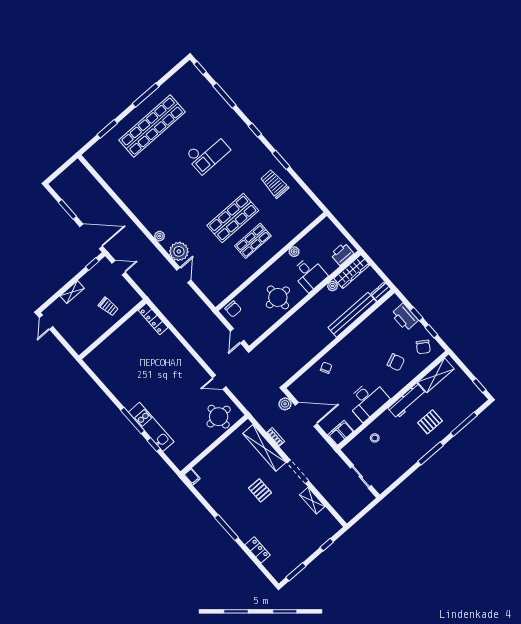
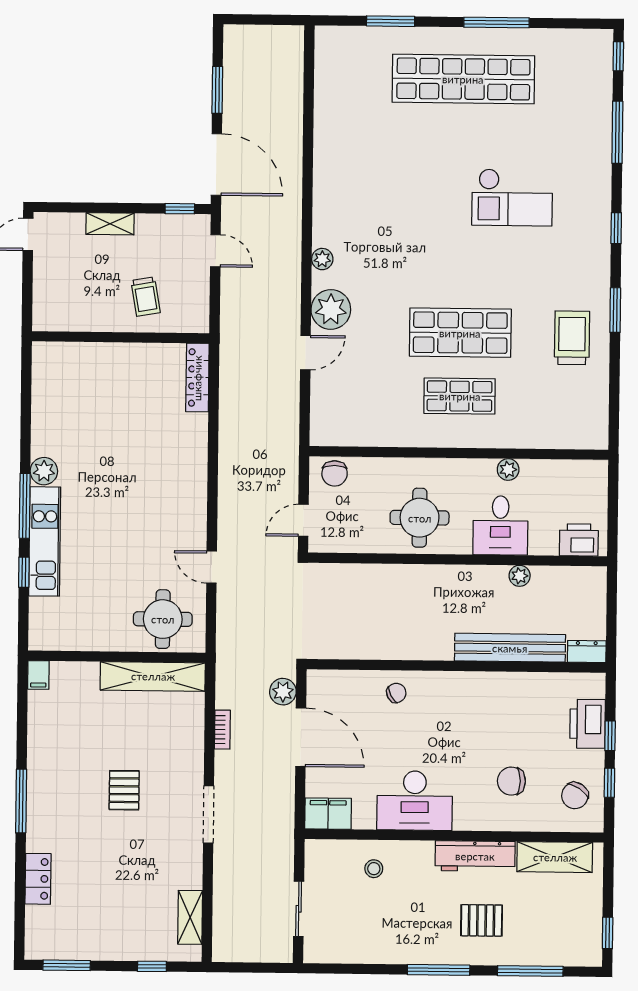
wardrobe: (352, 271) -> (569, 580), removed
chair: (396, 362) -> (511, 781), turned 113
plant: (128, 402) -> (44, 471), added
shelving: (264, 448) -> (153, 676), moved, turned 90
shelving: (312, 501) -> (190, 917), moved

